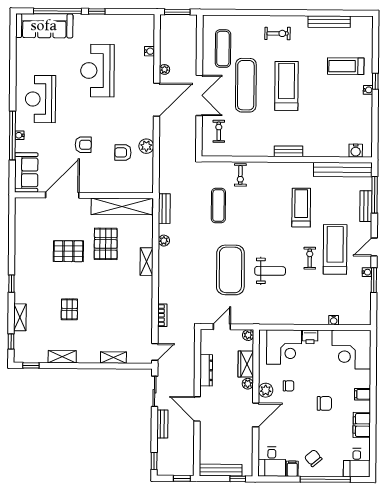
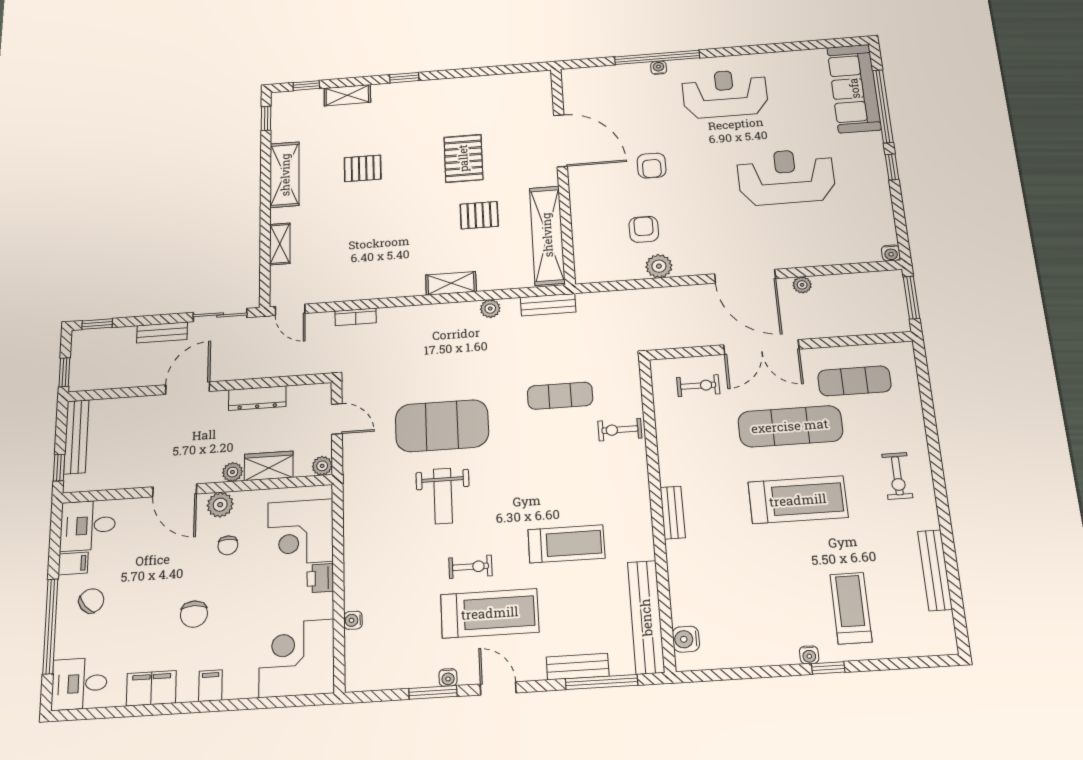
water cooler: (149, 51) -> (891, 253), moved
sofa: (26, 172) -> (596, 83), removed
pallet: (106, 244) -> (479, 215), width x0.67, depth x0.71
shelving: (62, 357) -> (285, 175), width x1.50, depth x1.33

